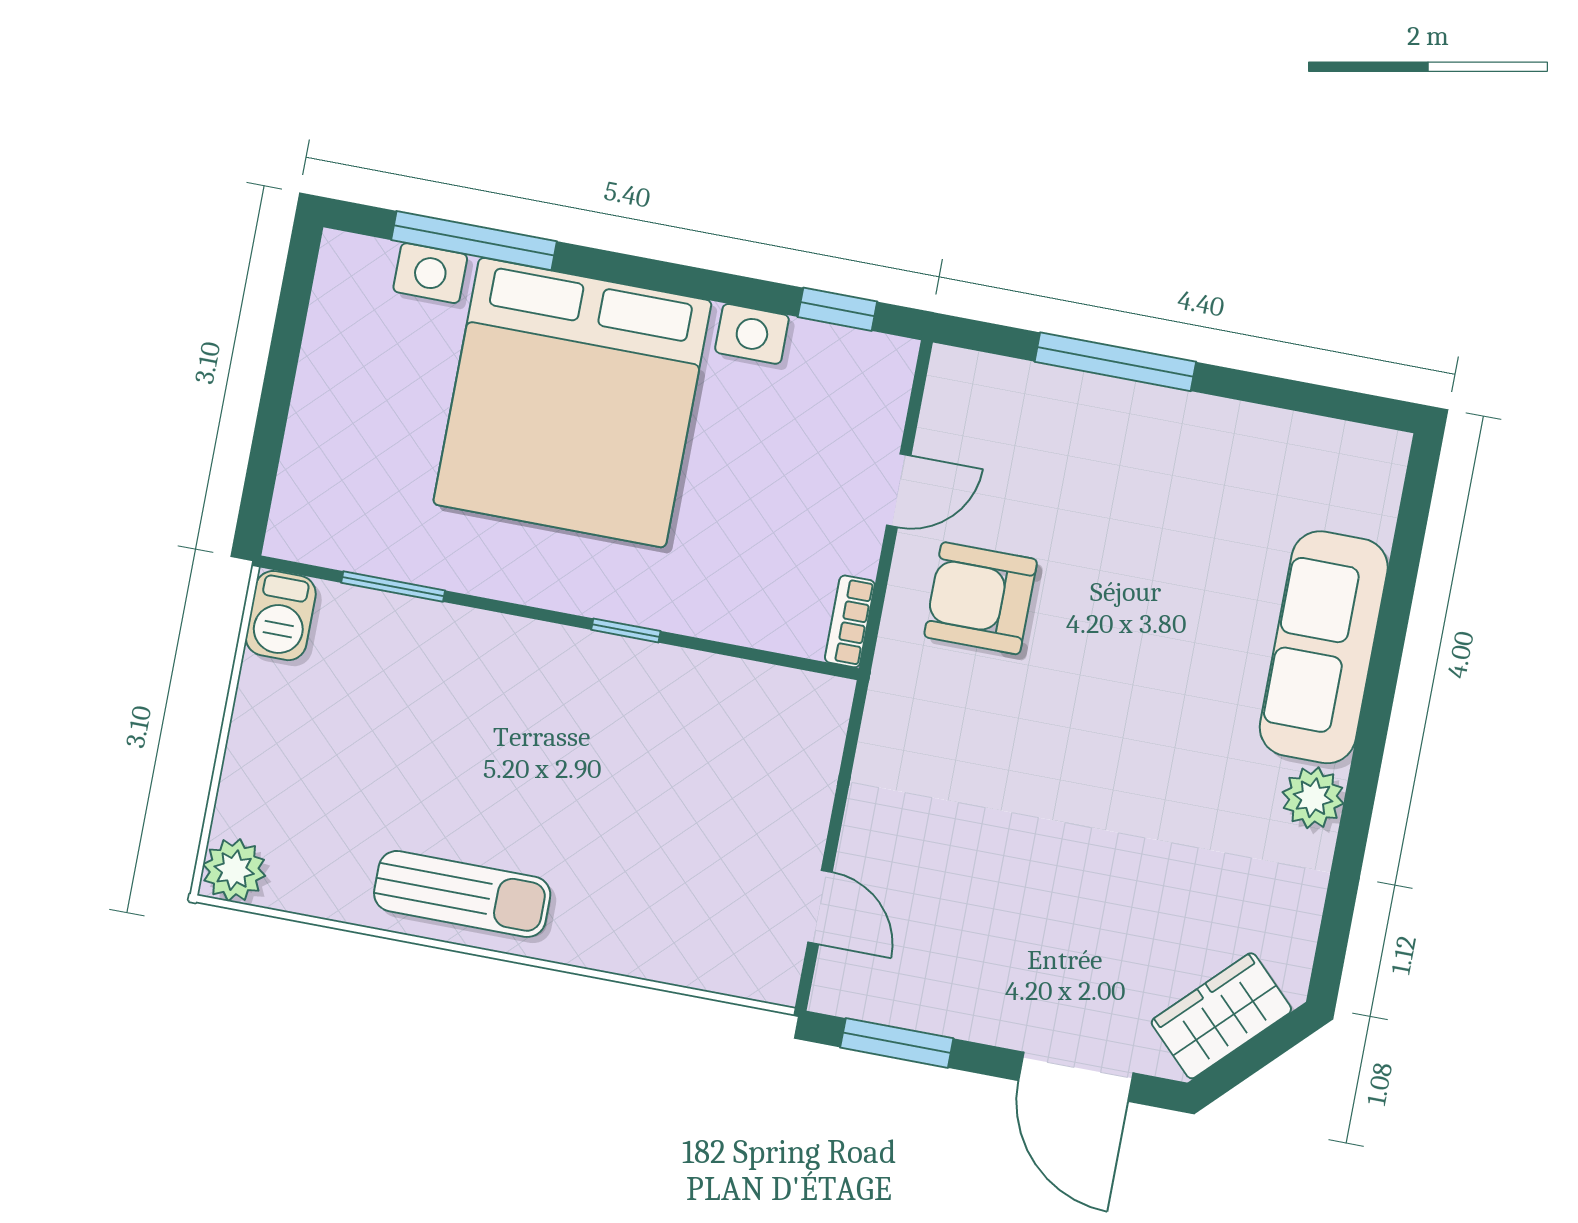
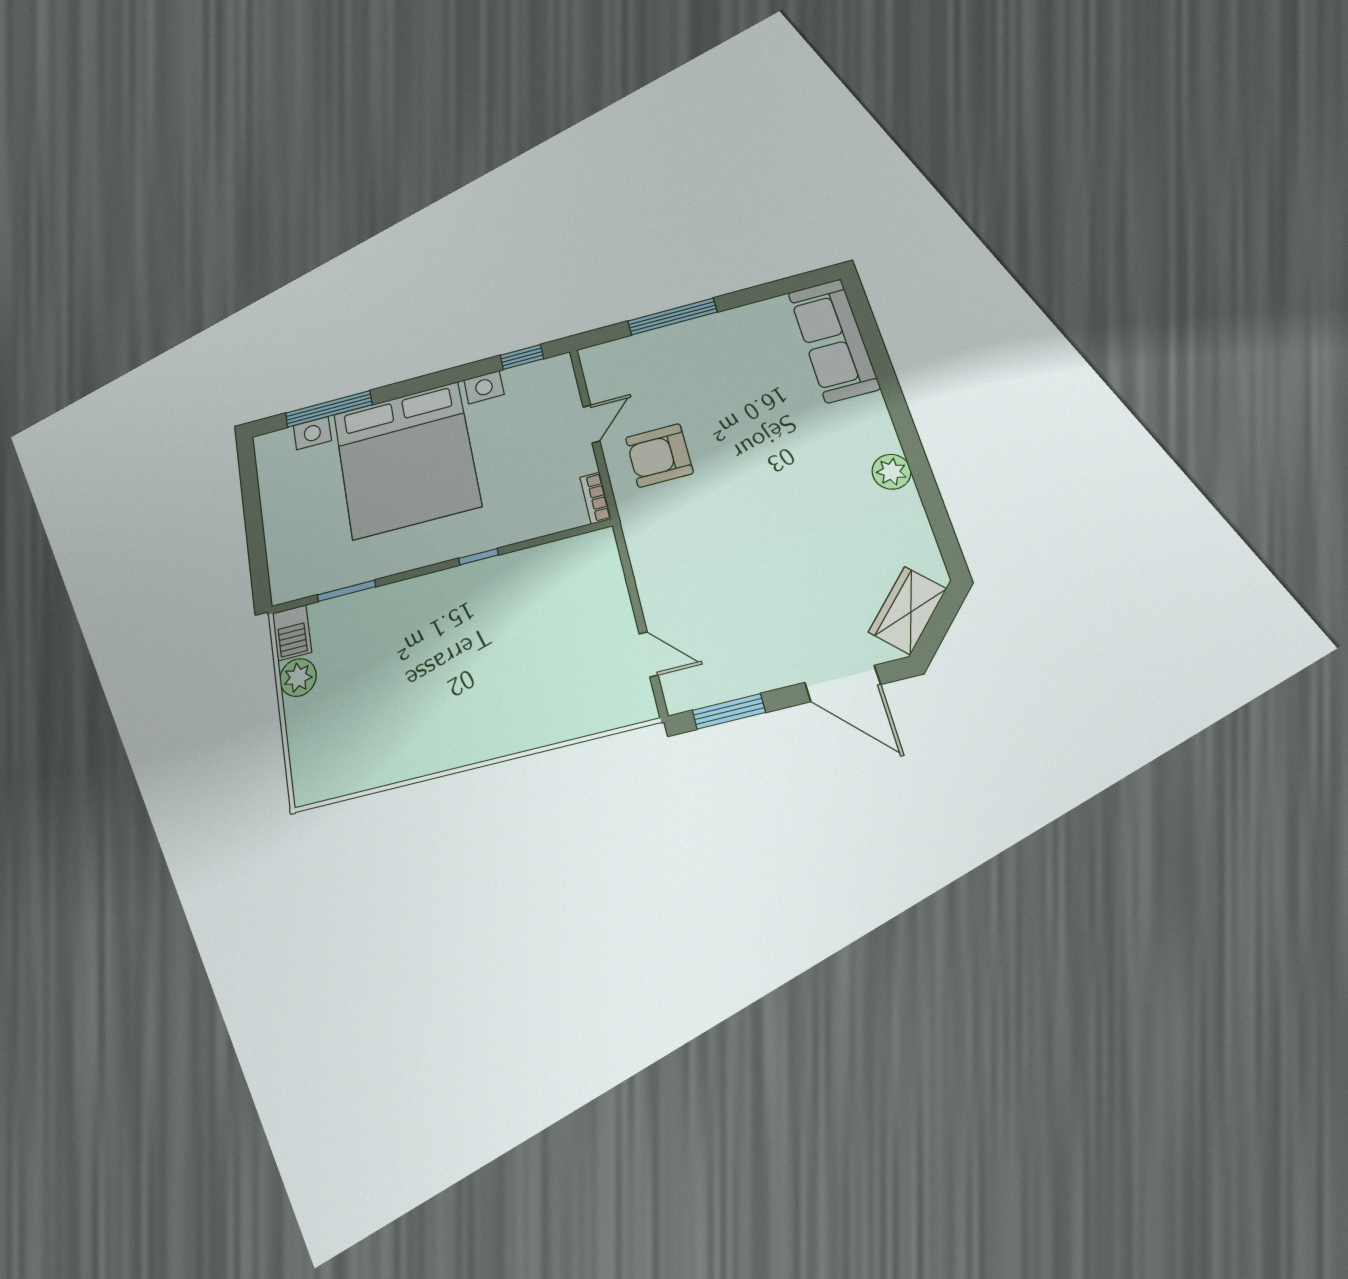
sofa: (1324, 647) -> (834, 340), moved
plant: (234, 870) -> (298, 677), moved
sun lounger: (462, 894) -> (444, 739), removed

